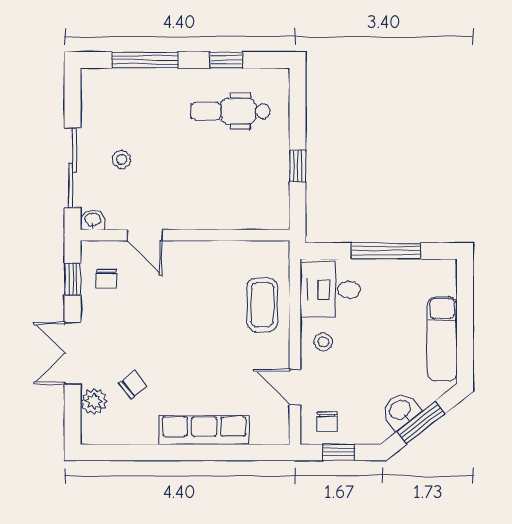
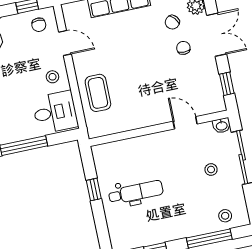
stool: (115, 88) -> (225, 216), added
dental chair: (230, 111) -> (136, 192), moved
chair: (107, 279) -> (183, 48), moved
chair: (327, 422) -> (39, 25), turned 180

